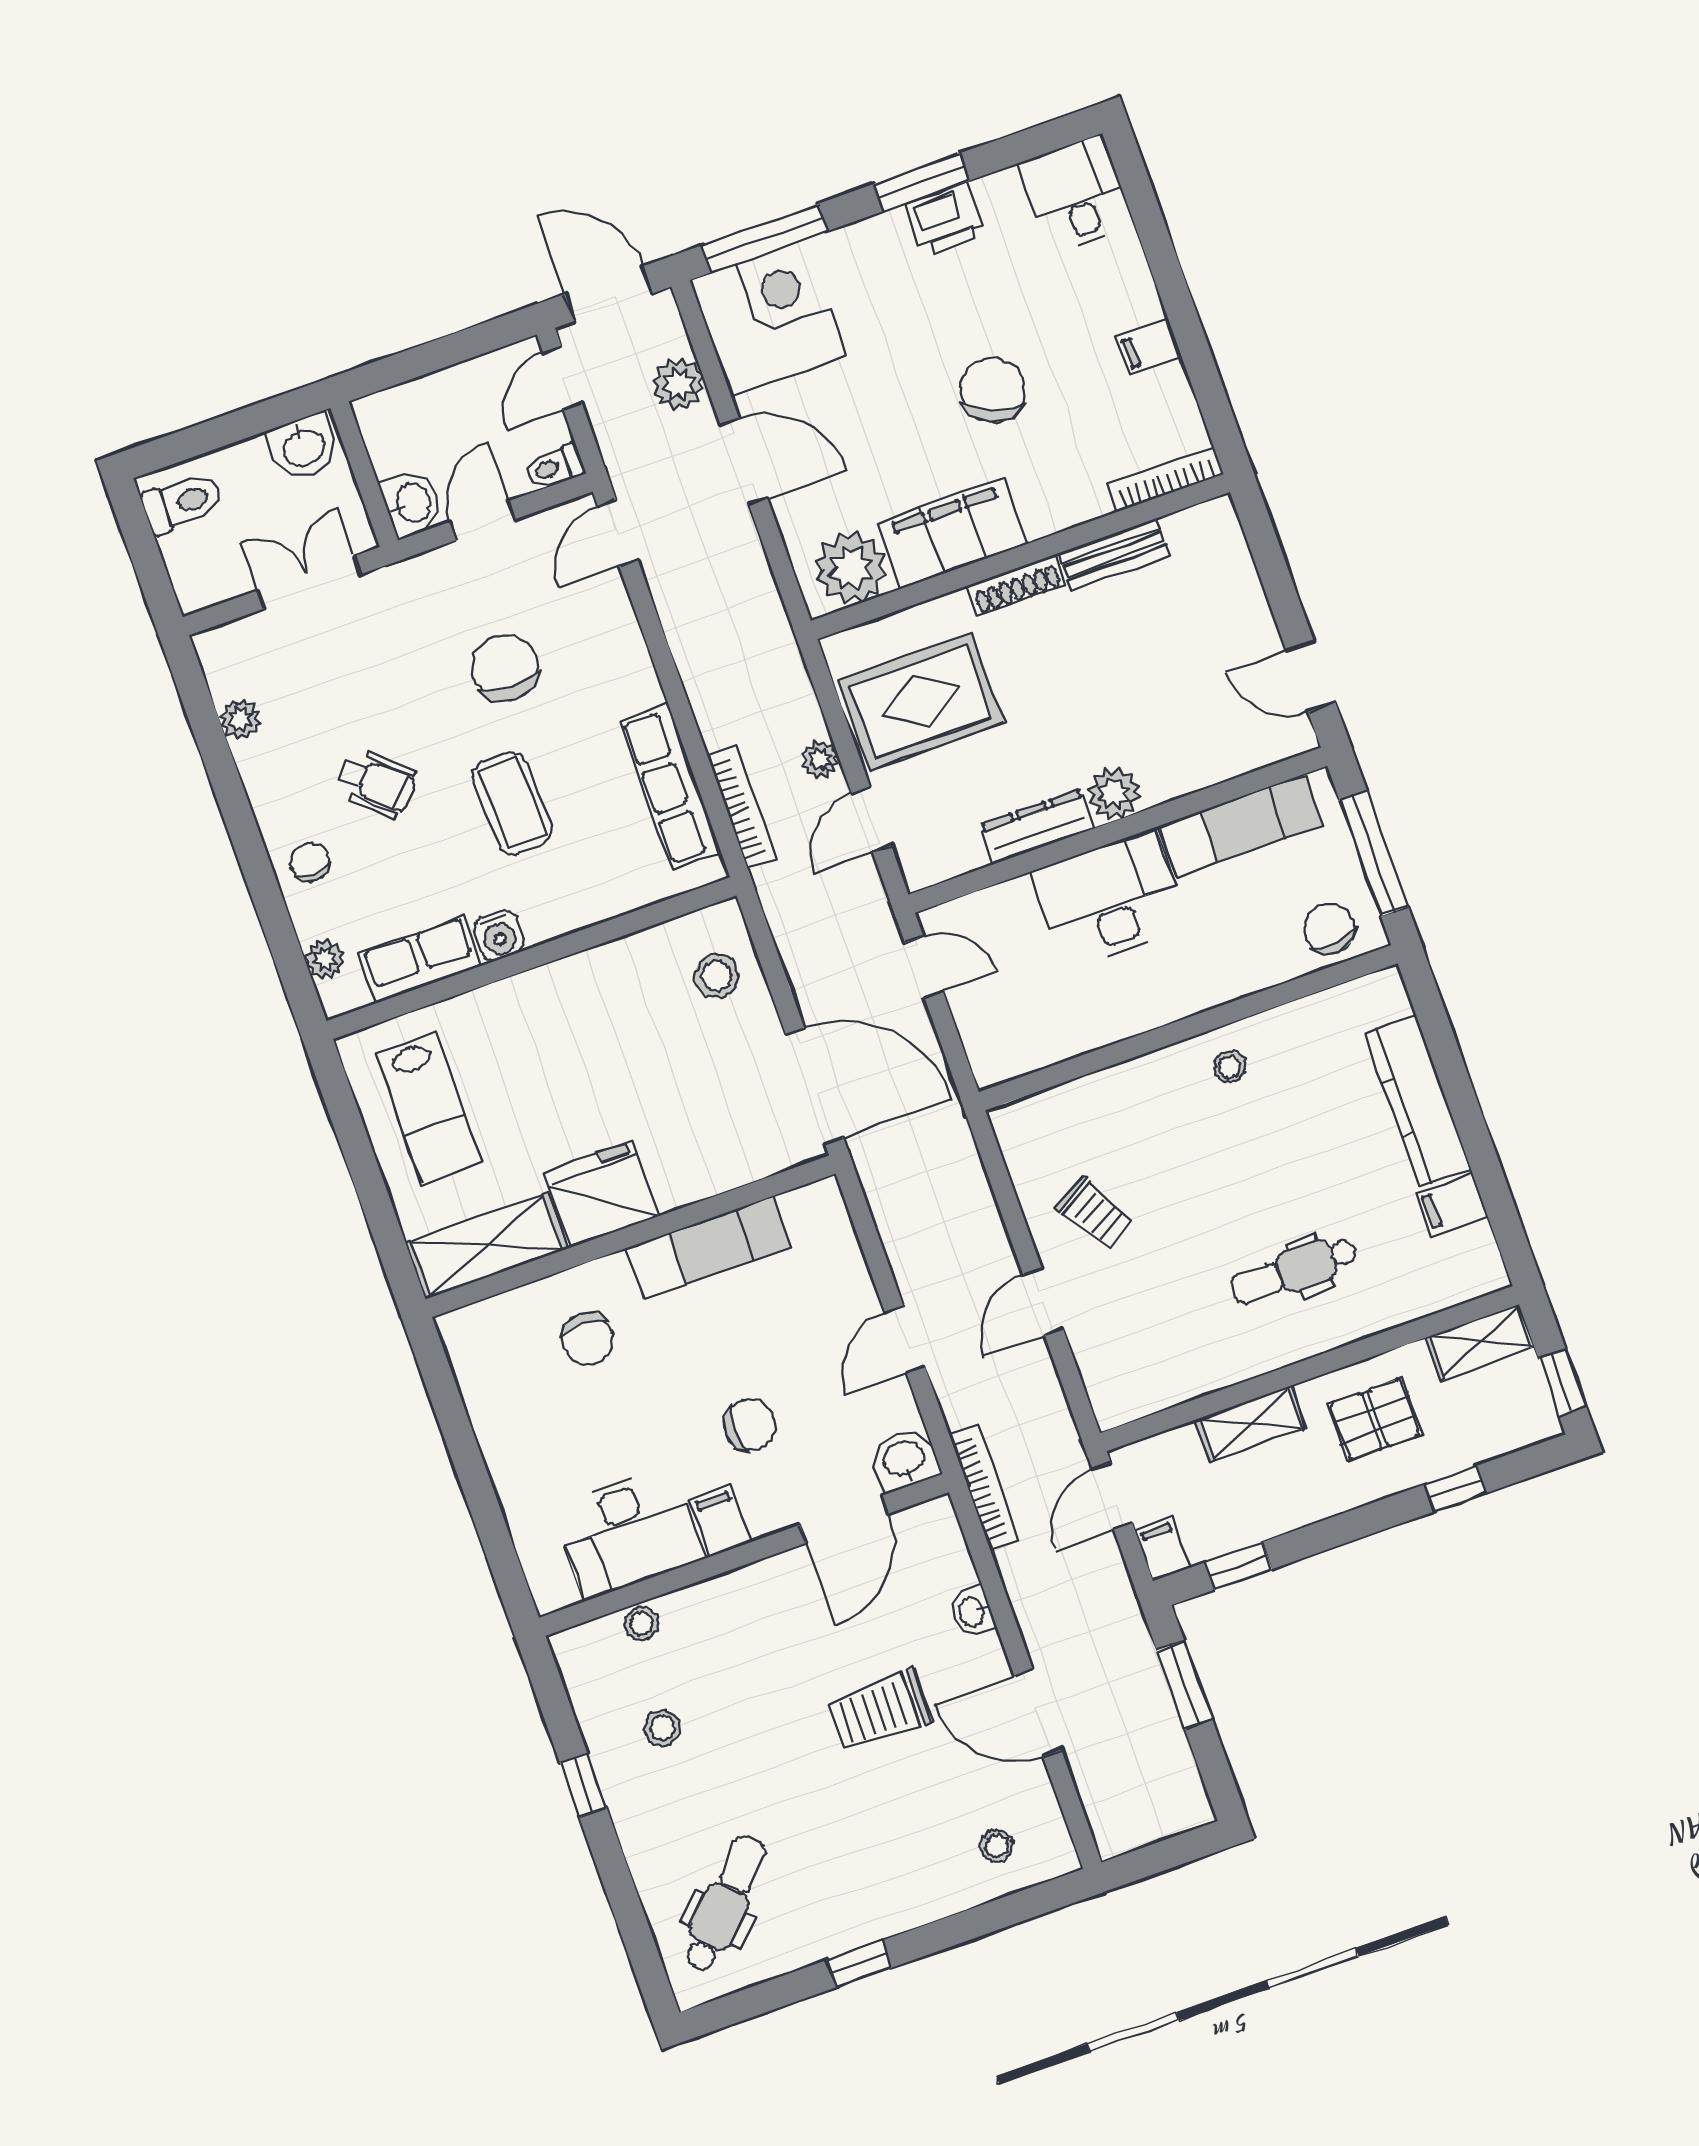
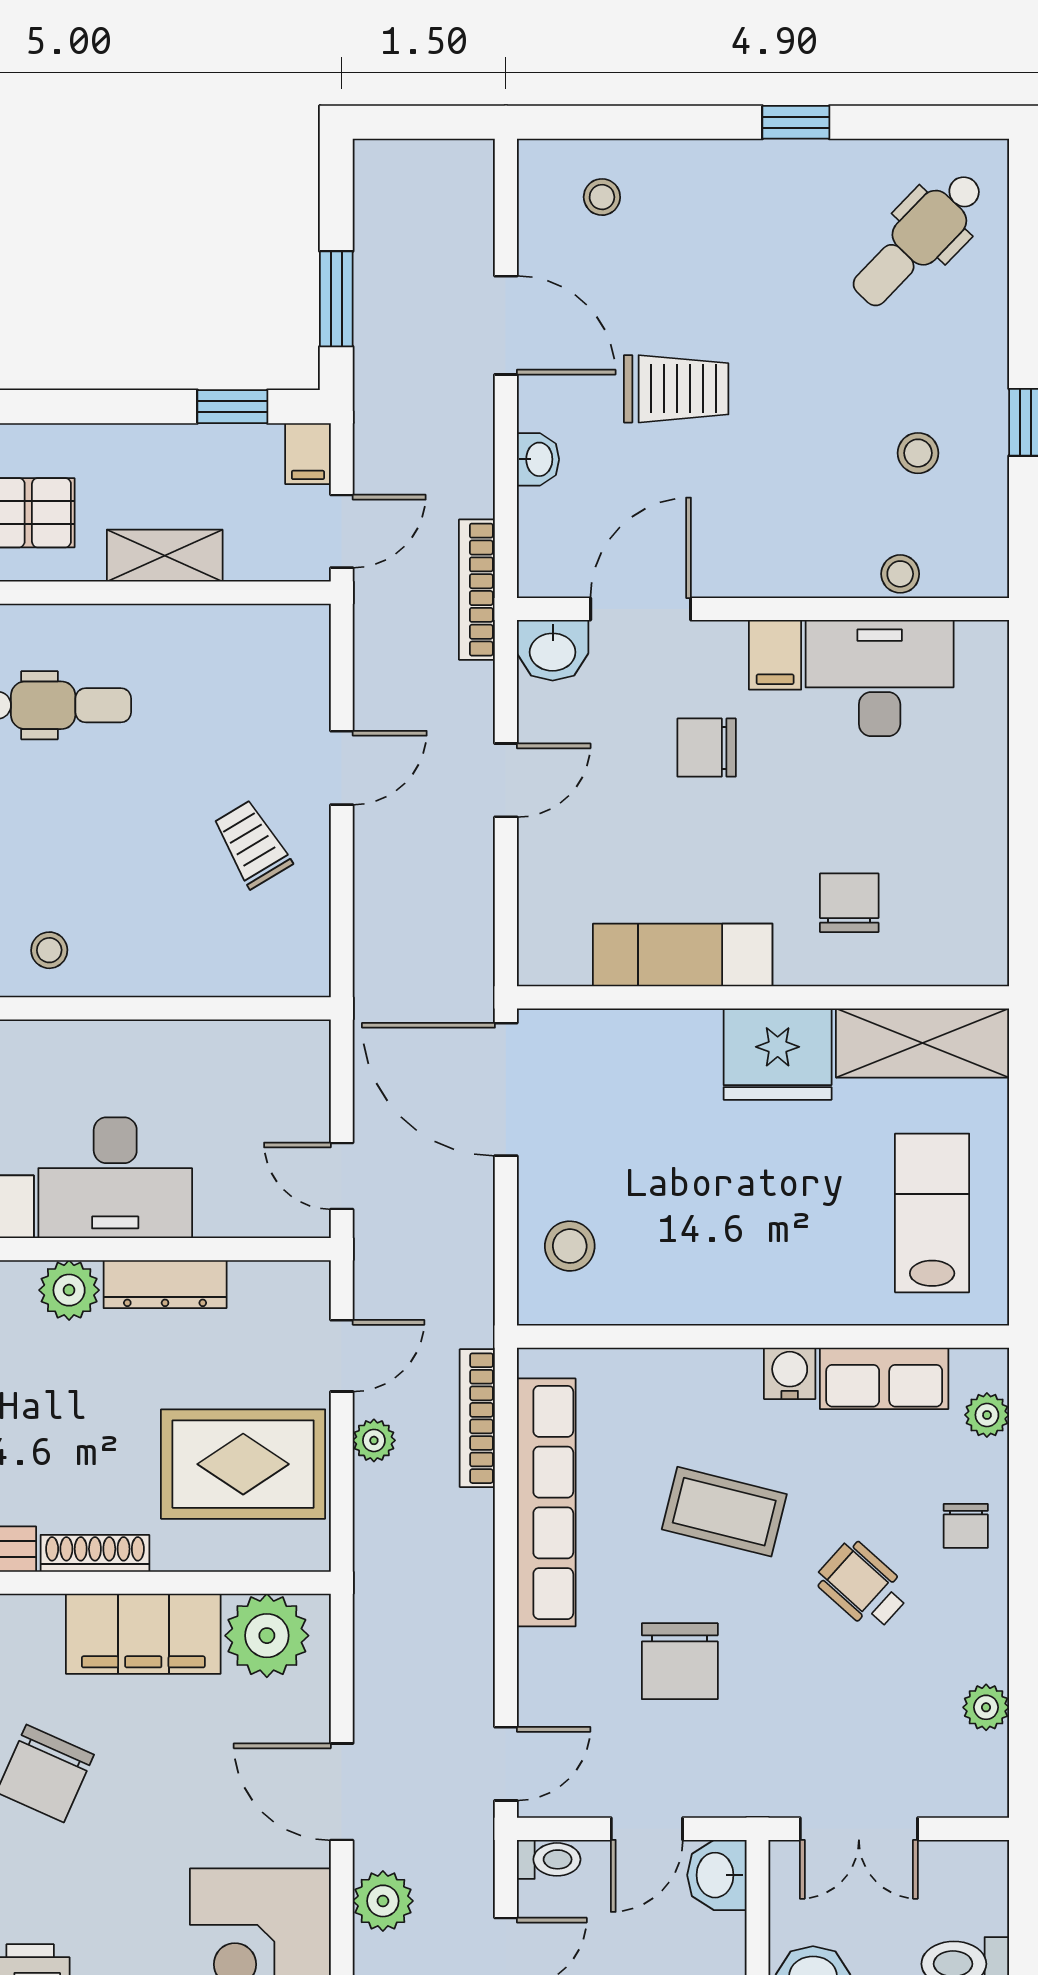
row of seats: (671, 786) -> (546, 1502), width x1.36
coffee table: (512, 803) -> (724, 1512), turned -74

